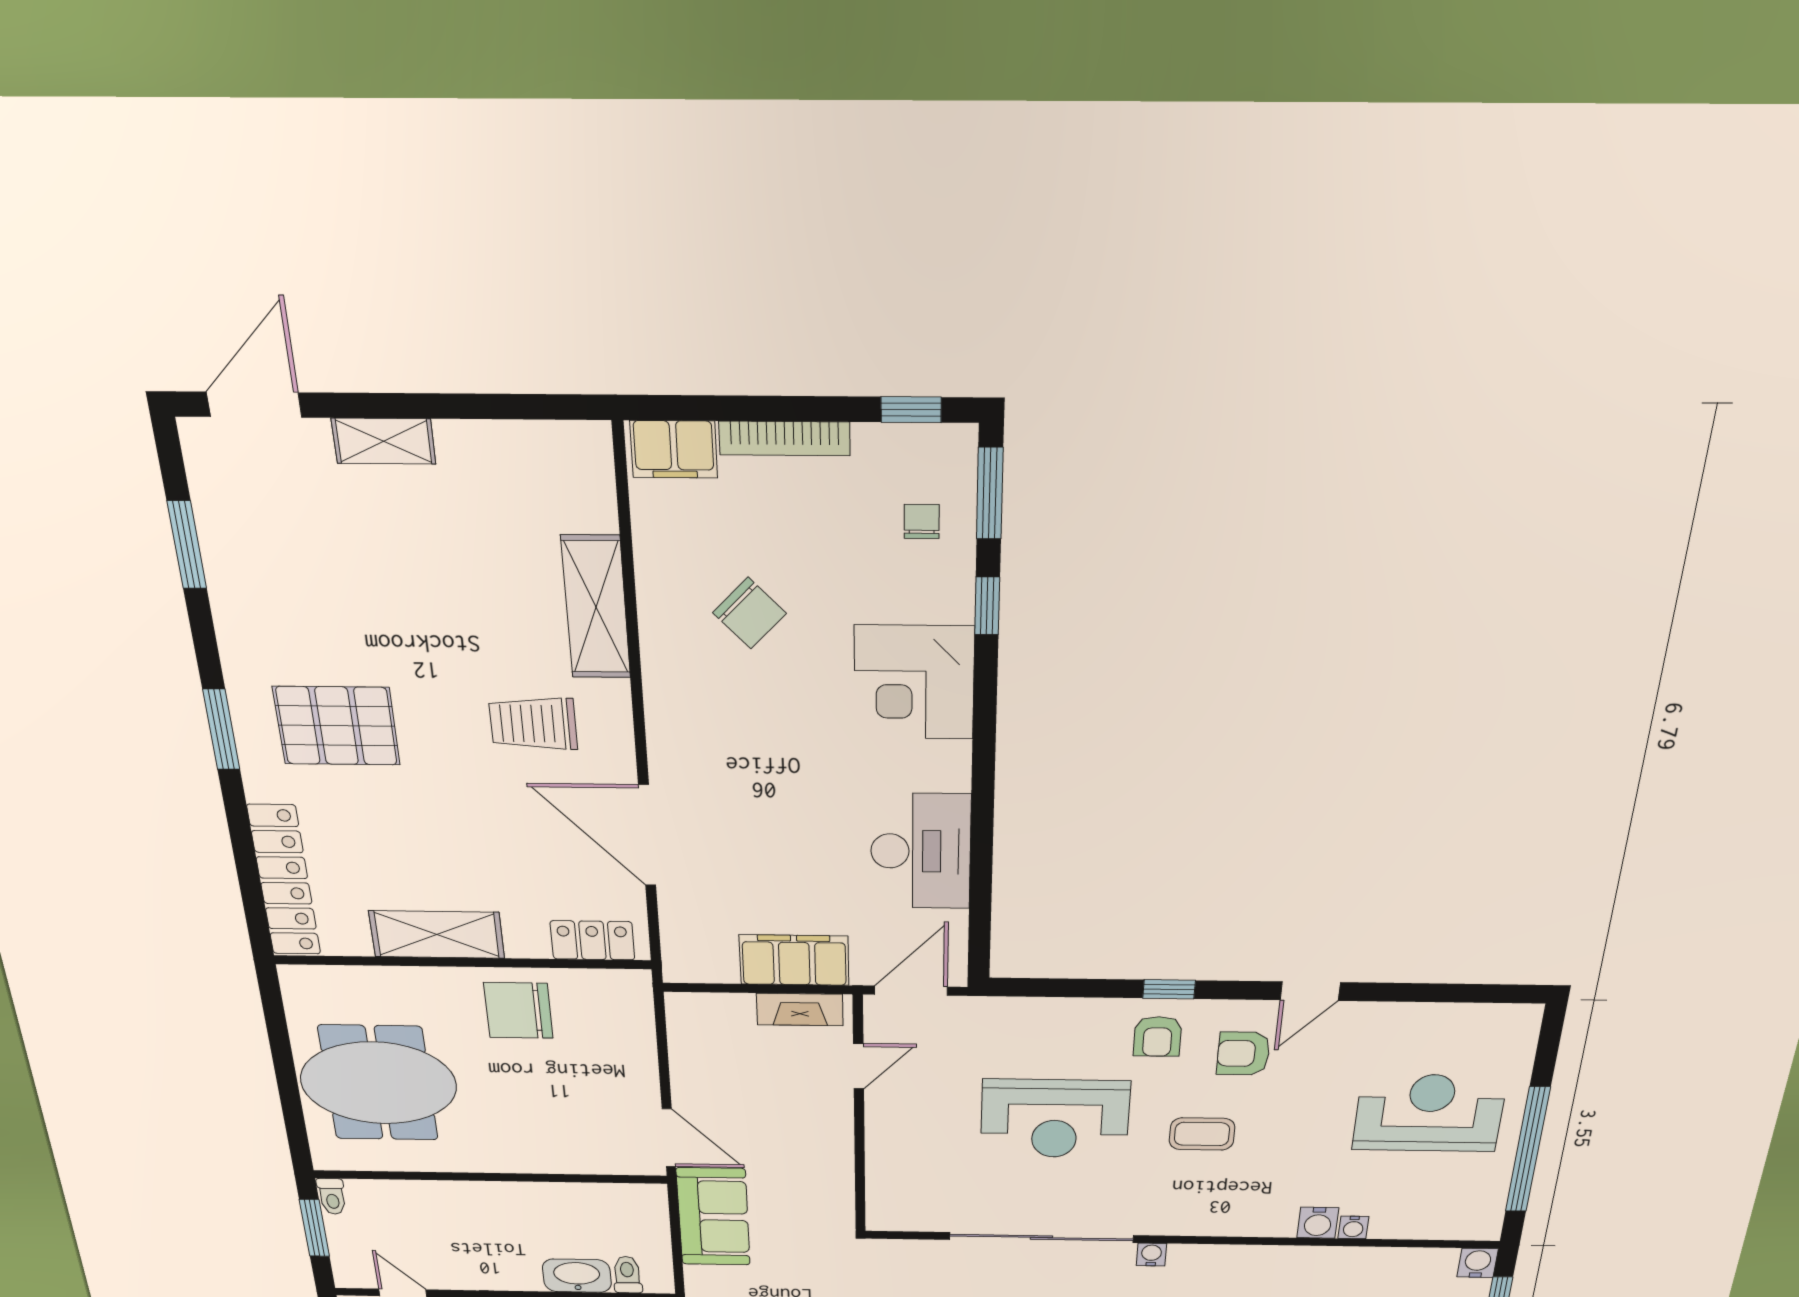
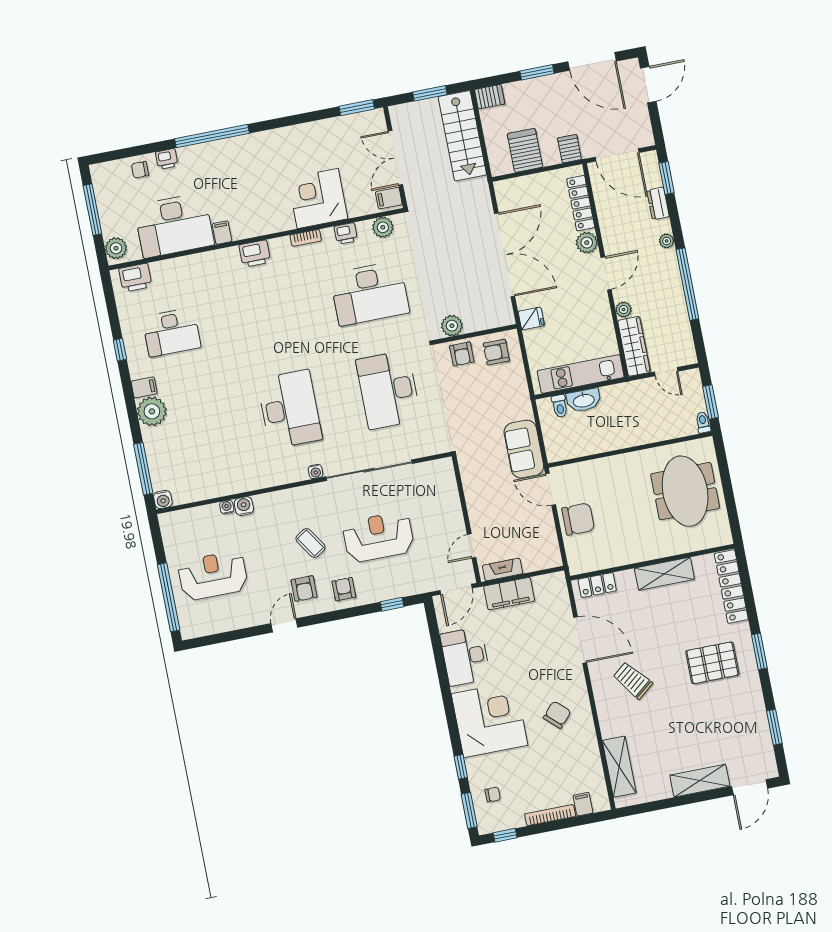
shelving: (384, 441) -> (700, 781), width x1.50, depth x1.33
filing cabinet: (674, 449) -> (583, 804), width x0.50
chair: (922, 521) -> (493, 794), turned -90
shelving: (596, 607) -> (619, 767), moved
chair: (749, 613) -> (557, 715), moved, turned 88
corner desk: (914, 683) -> (490, 719), width x1.36, depth x1.36
trolley: (533, 724) -> (633, 680), turned -129
window: (1169, 989) -> (392, 604), moved
chair: (518, 1010) -> (578, 519), moved
armchair: (1243, 1053) -> (304, 589), turned 90
meeting table: (378, 1083) -> (685, 491), turned 90
reception desk: (1429, 1113) -> (213, 576), turned 180
coffee table: (1202, 1134) -> (310, 543), turned 57
window: (1528, 1150) -> (169, 597), moved

